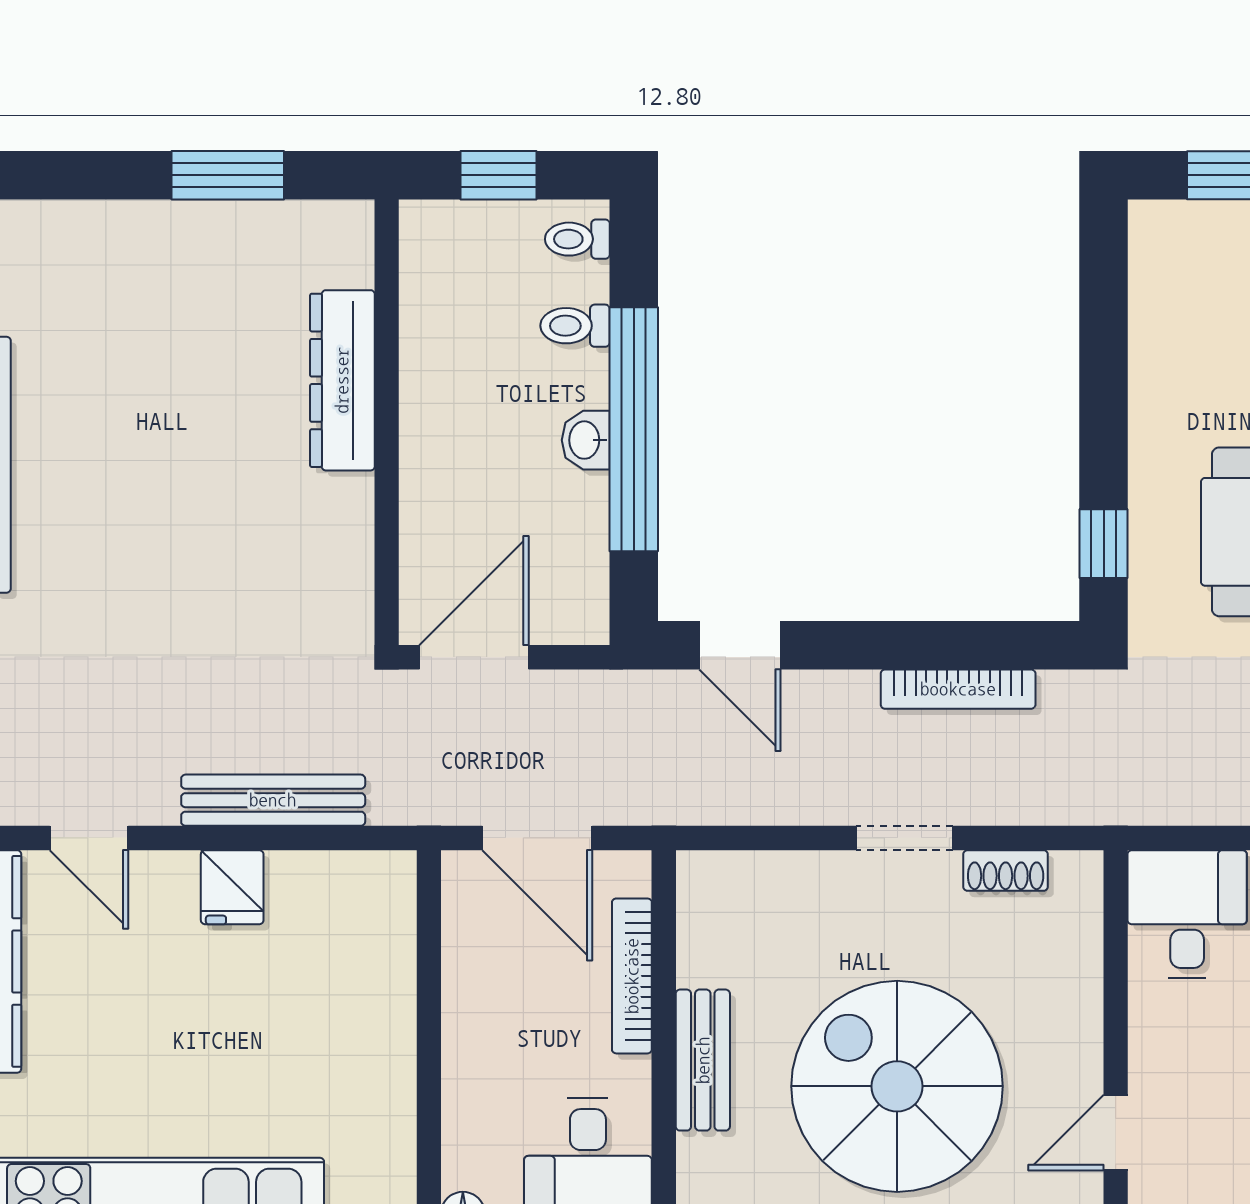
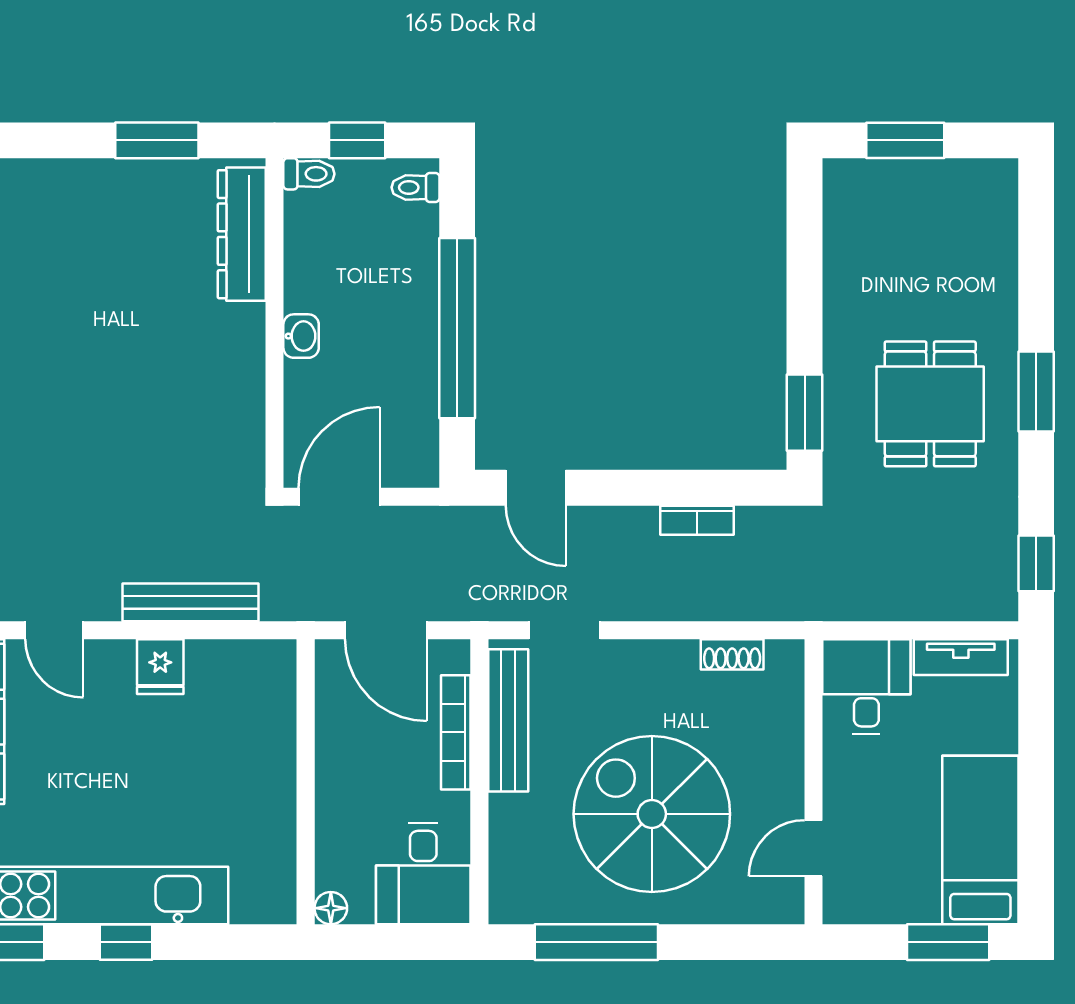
toilet: (575, 326) -> (309, 174), moved, turned 180
dresser: (342, 380) -> (242, 234), moved
washbasin: (586, 440) -> (301, 336), moved, turned 180
window: (1104, 544) -> (805, 413), width x1.50
bookcase: (958, 689) -> (697, 520), width x0.64
doorway: (905, 838) -> (565, 630), moved
bench: (703, 1060) -> (508, 720), moved, width x1.36

